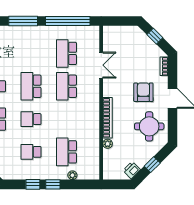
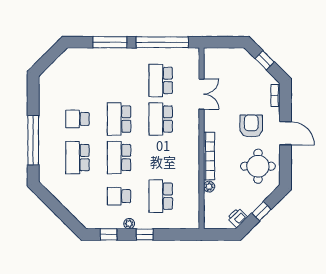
school desk: (31, 119) -> (119, 158), width x1.85
plant: (72, 175) -> (129, 224), moved
window: (33, 184) -> (109, 234), moved

